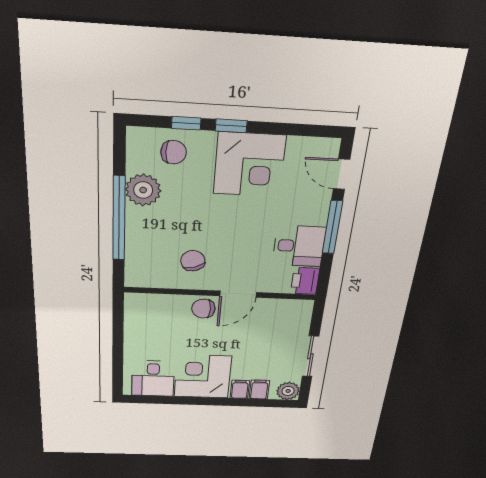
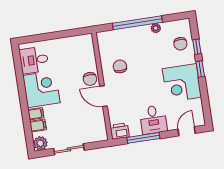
plant: (143, 190) -> (156, 28), width x0.53, depth x0.53
window: (332, 227) -> (143, 138), moved
desk: (299, 246) -> (153, 120), moved
chair: (193, 261) -> (120, 66), turned -72
chair: (203, 309) -> (90, 79), turned 180

